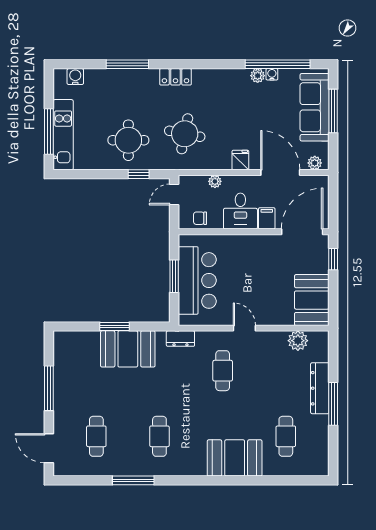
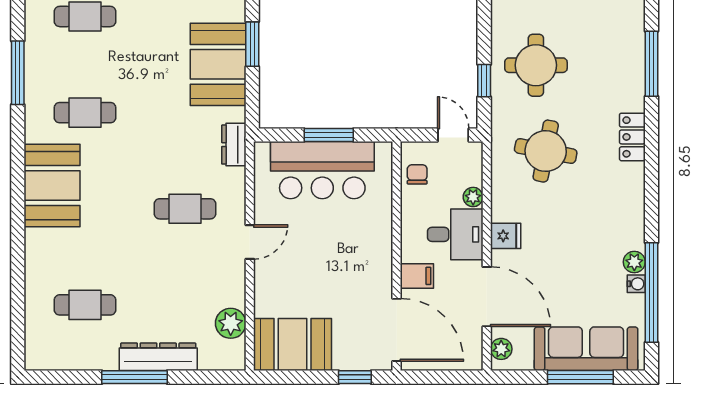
door: (280, 173) -> (487, 297), hinge flipped
desk: (240, 211) -> (455, 234), moved, turned 180
booth: (235, 458) -> (52, 185), moved

